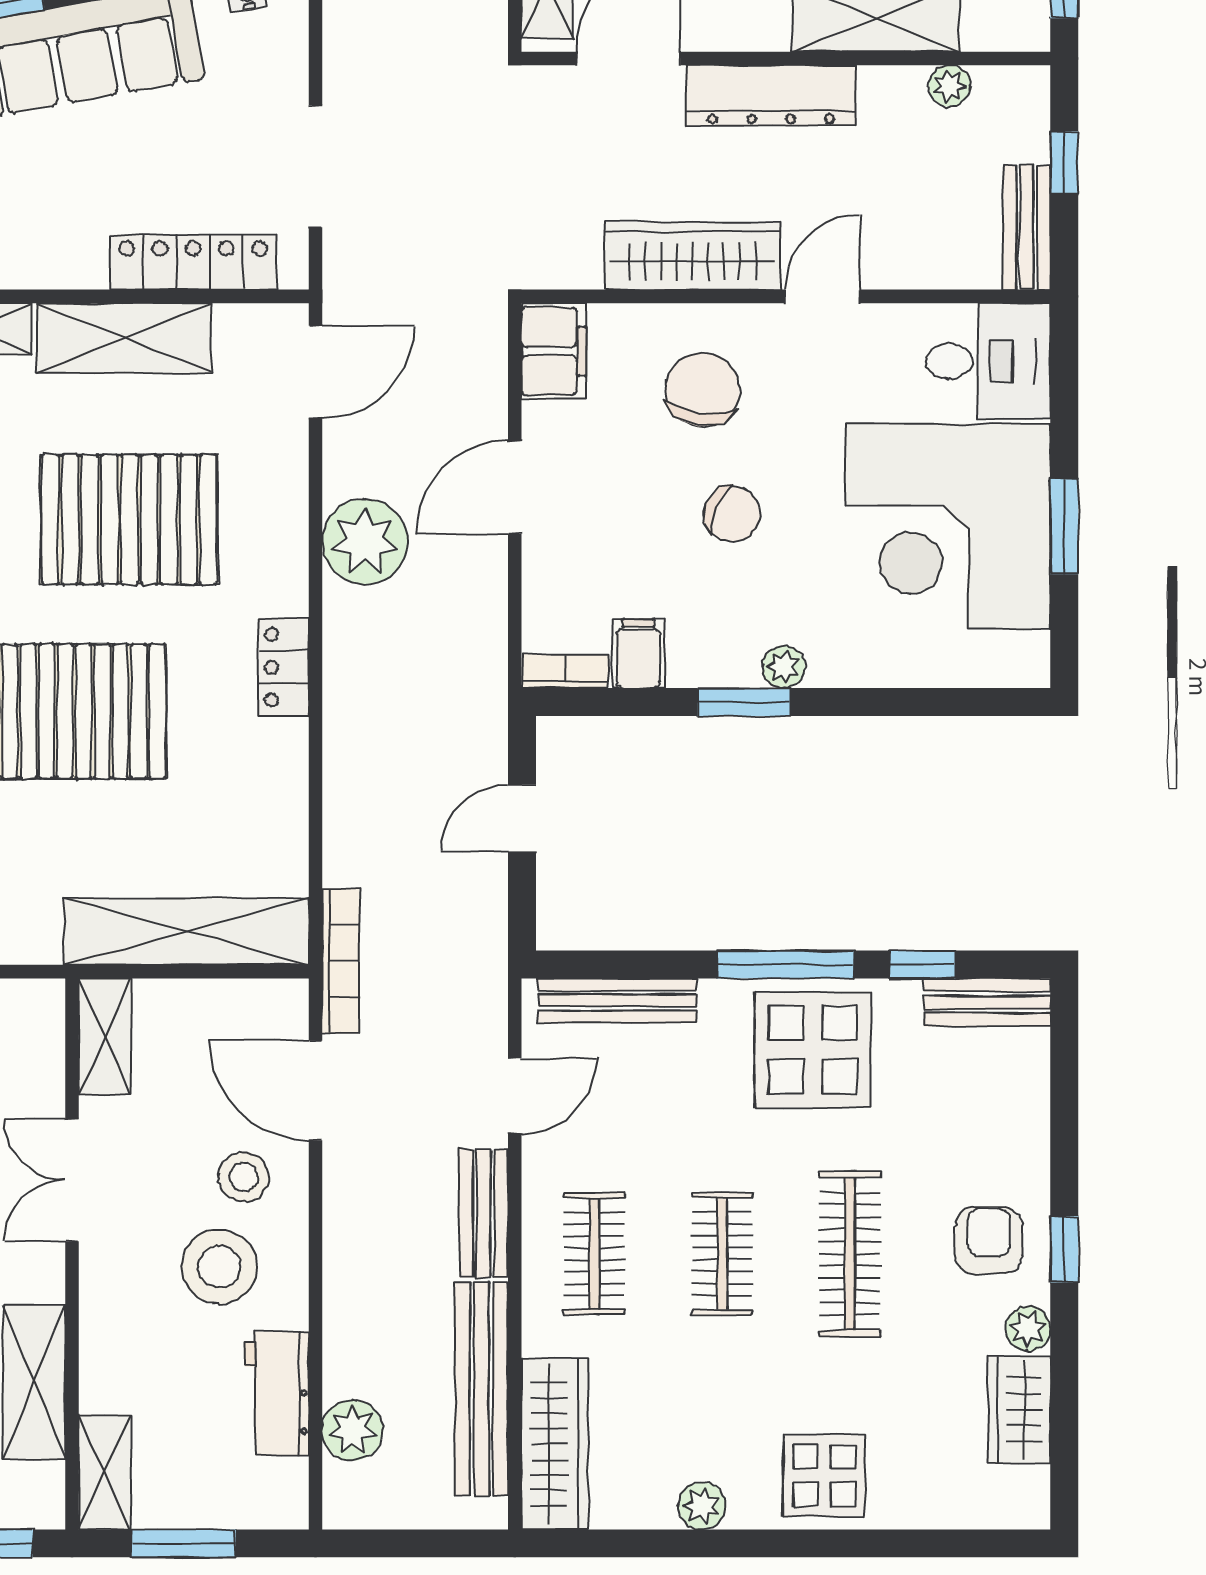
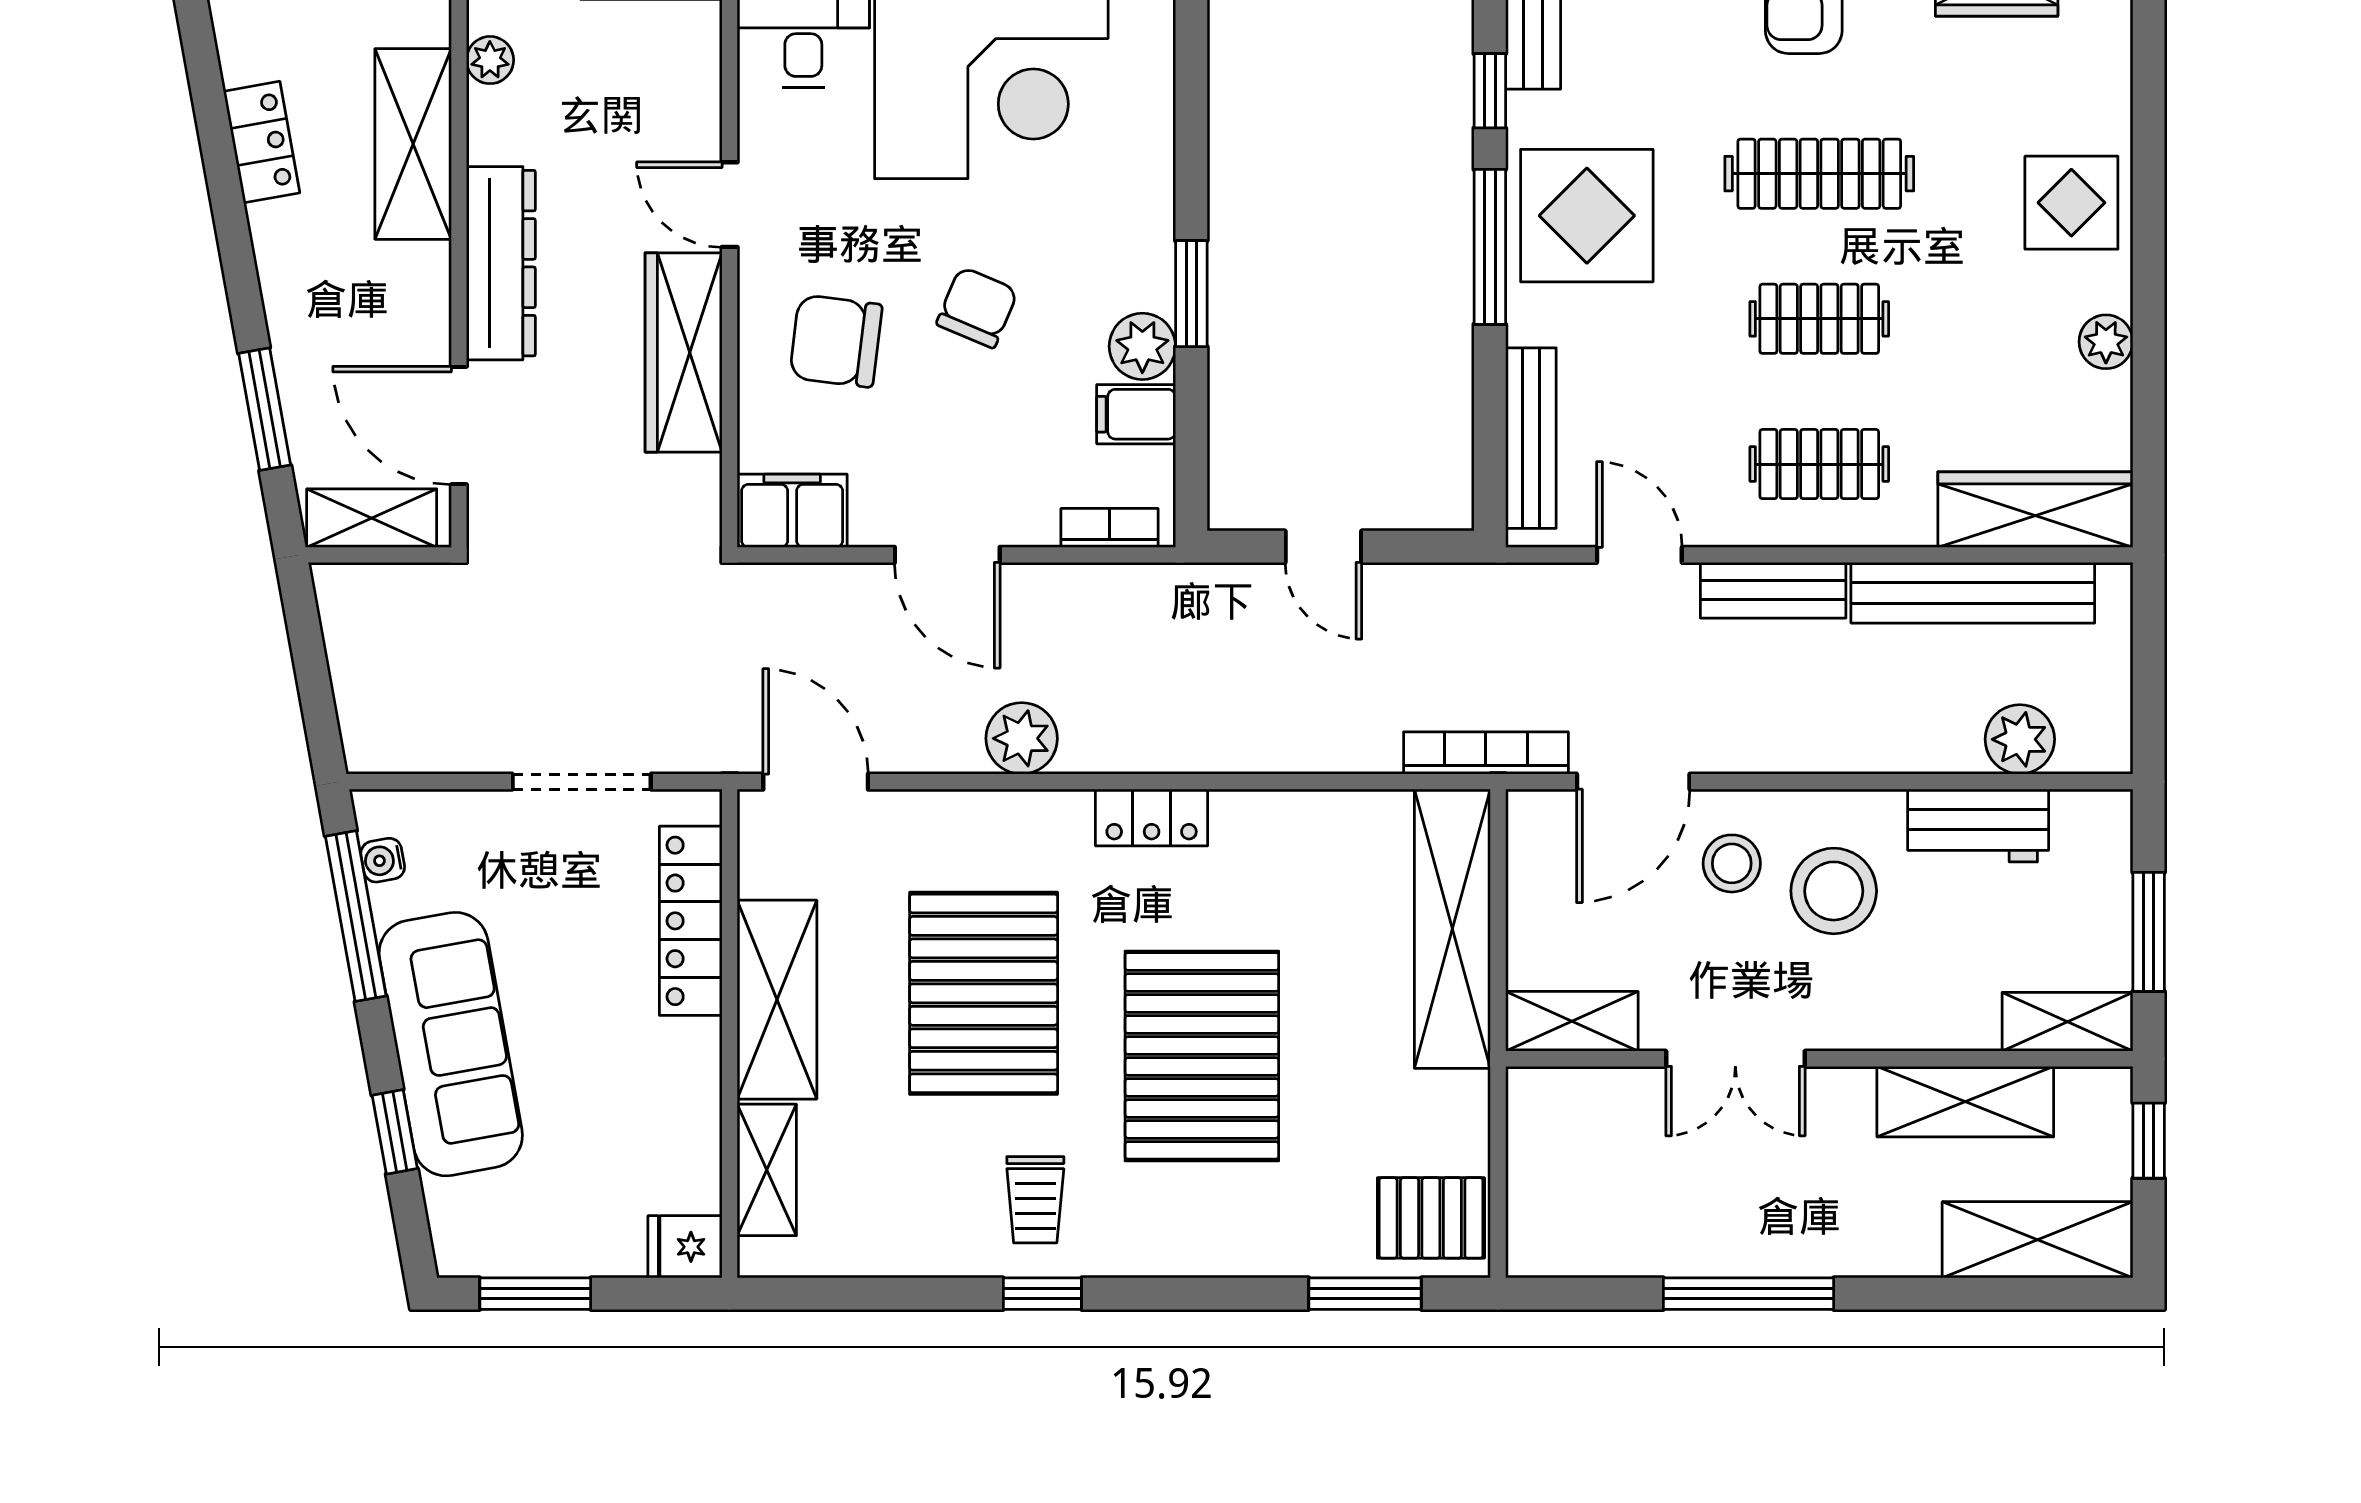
plant: (365, 542) -> (1022, 738), width x0.73, depth x0.73
plant: (784, 667) -> (1142, 346), moved, width x1.38, depth x1.38
bookcase: (565, 671) -> (1109, 528), moved, turned 90

